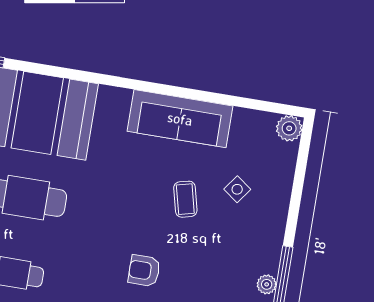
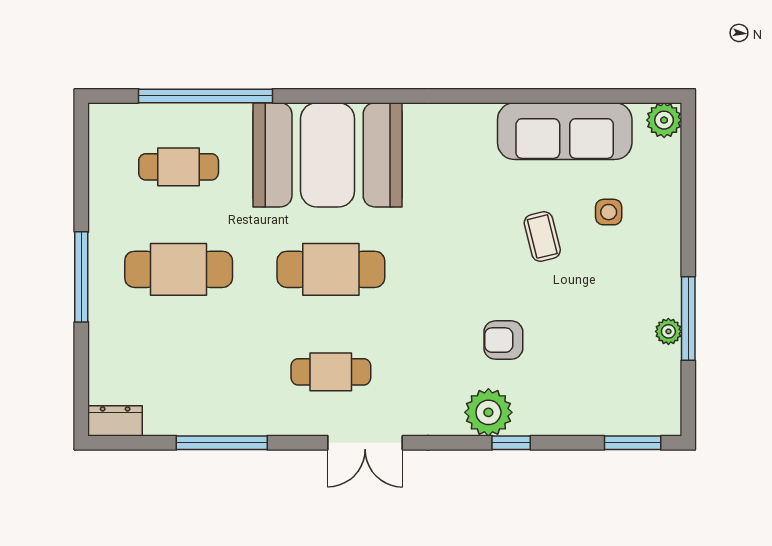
sofa: (180, 119) -> (565, 131), moved
side table: (237, 189) -> (609, 212), turned -36

